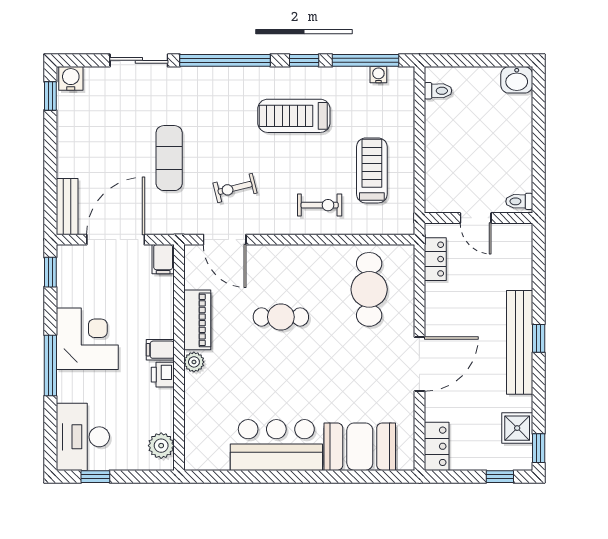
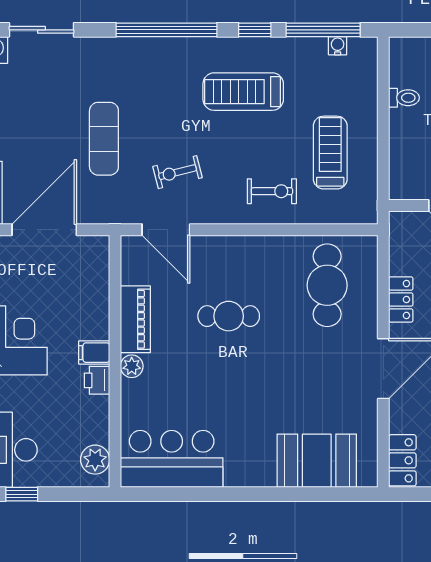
sliding door: (139, 60) -> (41, 30), moved
toilet: (438, 91) -> (404, 98), moved
filing cabinet: (163, 259) -> (97, 252), removed
locker: (435, 259) -> (401, 300), moved
bar counter: (276, 445) -> (172, 459), moved

